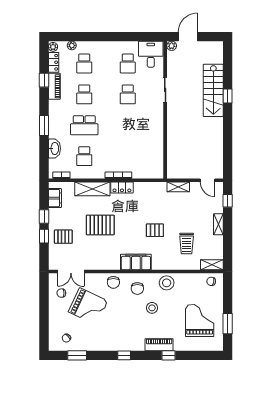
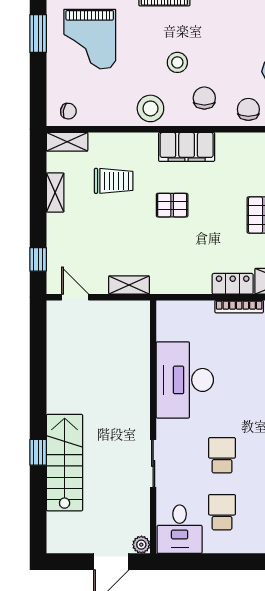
desk: (148, 135) -> (185, 380), added
shelving: (218, 224) -> (55, 193), moved
trolley: (187, 243) -> (114, 181), turned 90
filing cabinet: (136, 262) -> (187, 147), moved

